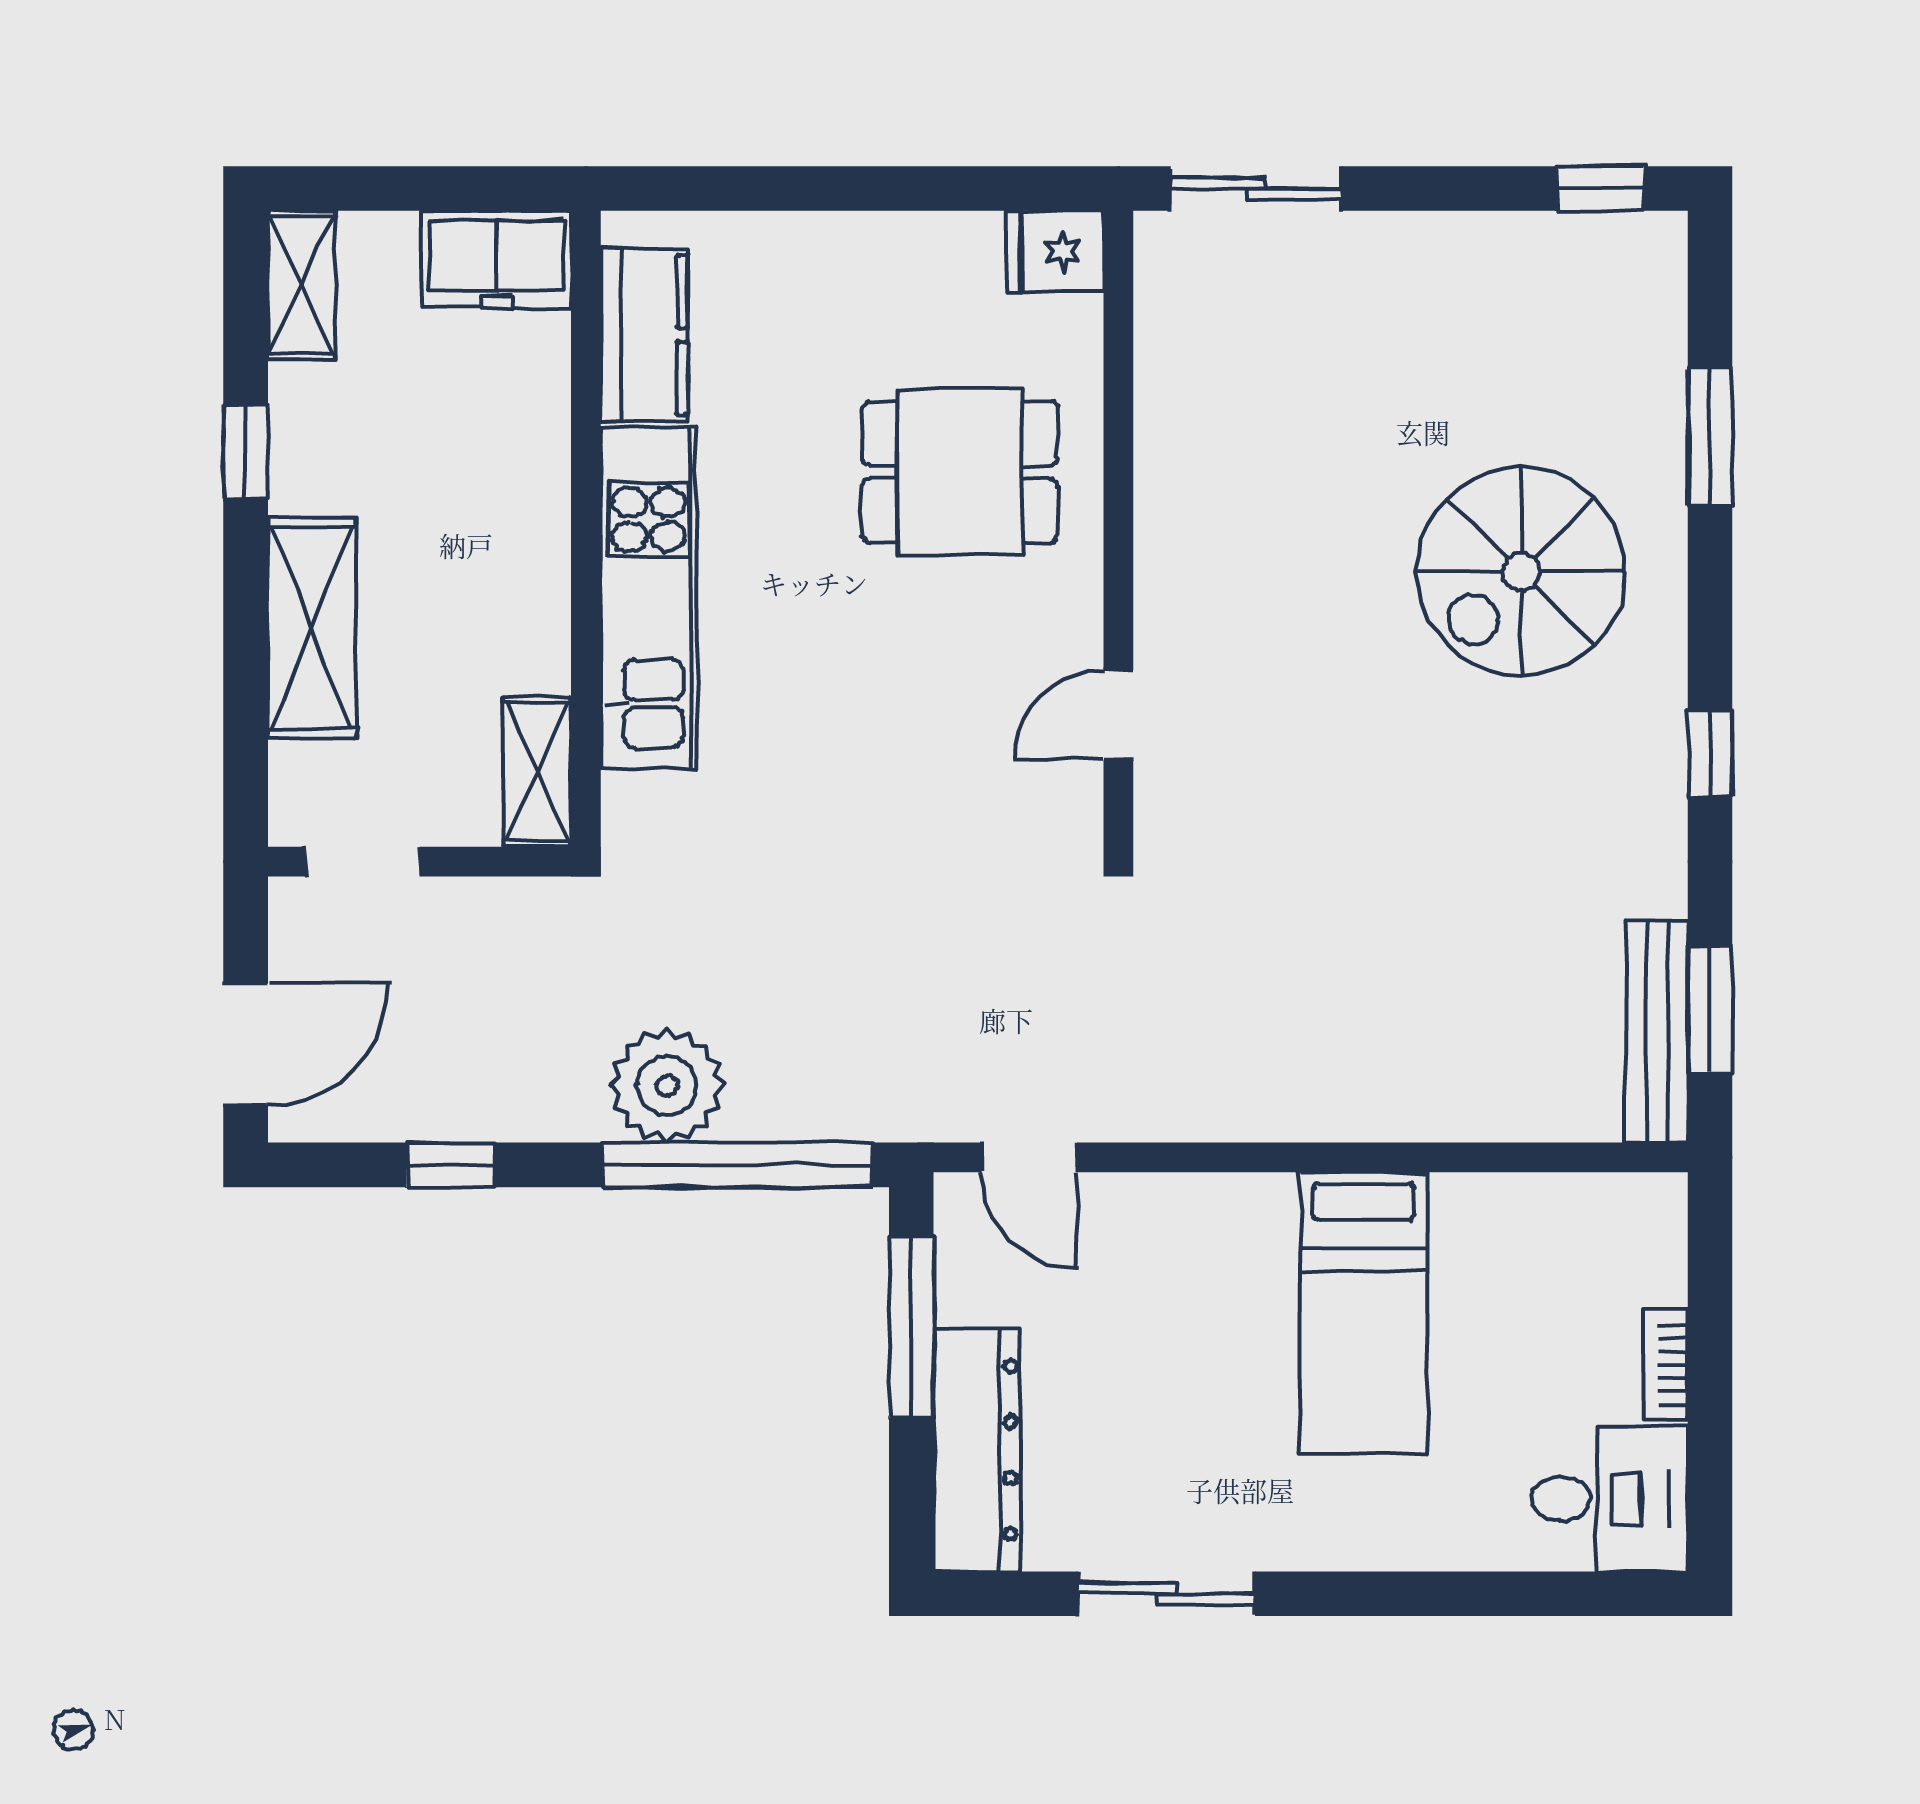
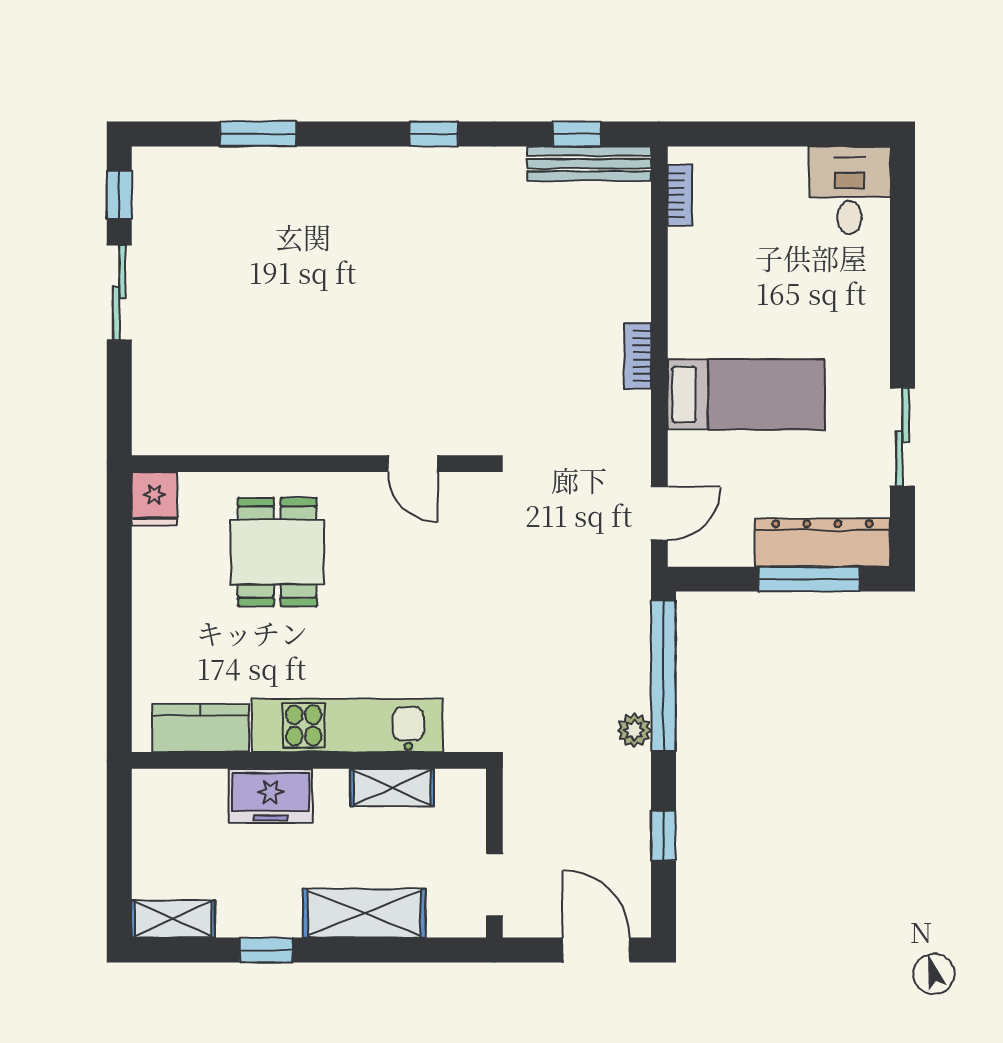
sliding door: (1256, 189) -> (119, 292), moved
freezer: (496, 259) -> (271, 796), moved, turned 90
spiral stairs: (1521, 572) -> (333, 239), removed
shelving: (537, 772) -> (392, 788), moved
window: (1710, 1009) -> (577, 134), width x0.67
plant: (667, 1086) -> (634, 730), width x0.53, depth x0.53
bookcase: (1312, 1119) -> (638, 356), added
bed: (1364, 1313) -> (746, 394), moved
window: (911, 1327) -> (809, 579), moved
bookcase: (1666, 1365) -> (680, 195), moved, turned -90

